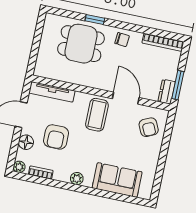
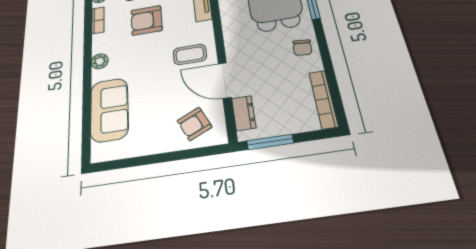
dresser: (167, 92) -> (244, 113), moved, turned 90
door: (126, 98) -> (225, 80), swing flipped
coffee table: (97, 115) -> (190, 54), width x0.73, depth x0.77

